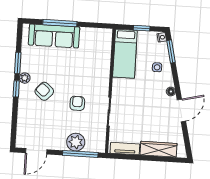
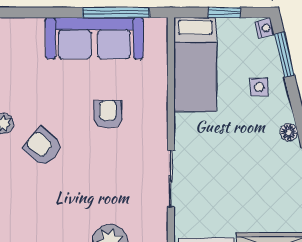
window: (60, 23) -> (116, 13), moved
sofa: (54, 36) -> (94, 38), moved
armchair: (77, 103) -> (108, 114), moved

